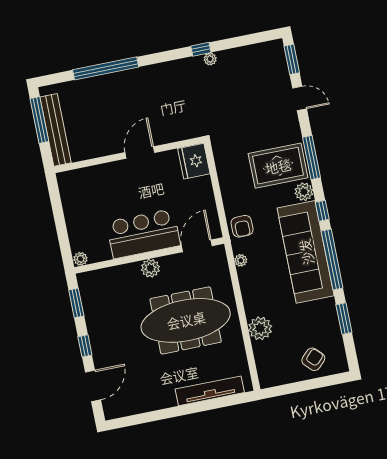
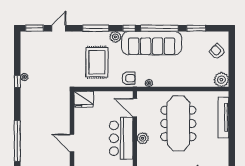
door: (140, 153) -> (72, 143), moved
rug: (278, 166) -> (97, 62), moved
plant: (260, 328) -> (221, 80), moved

